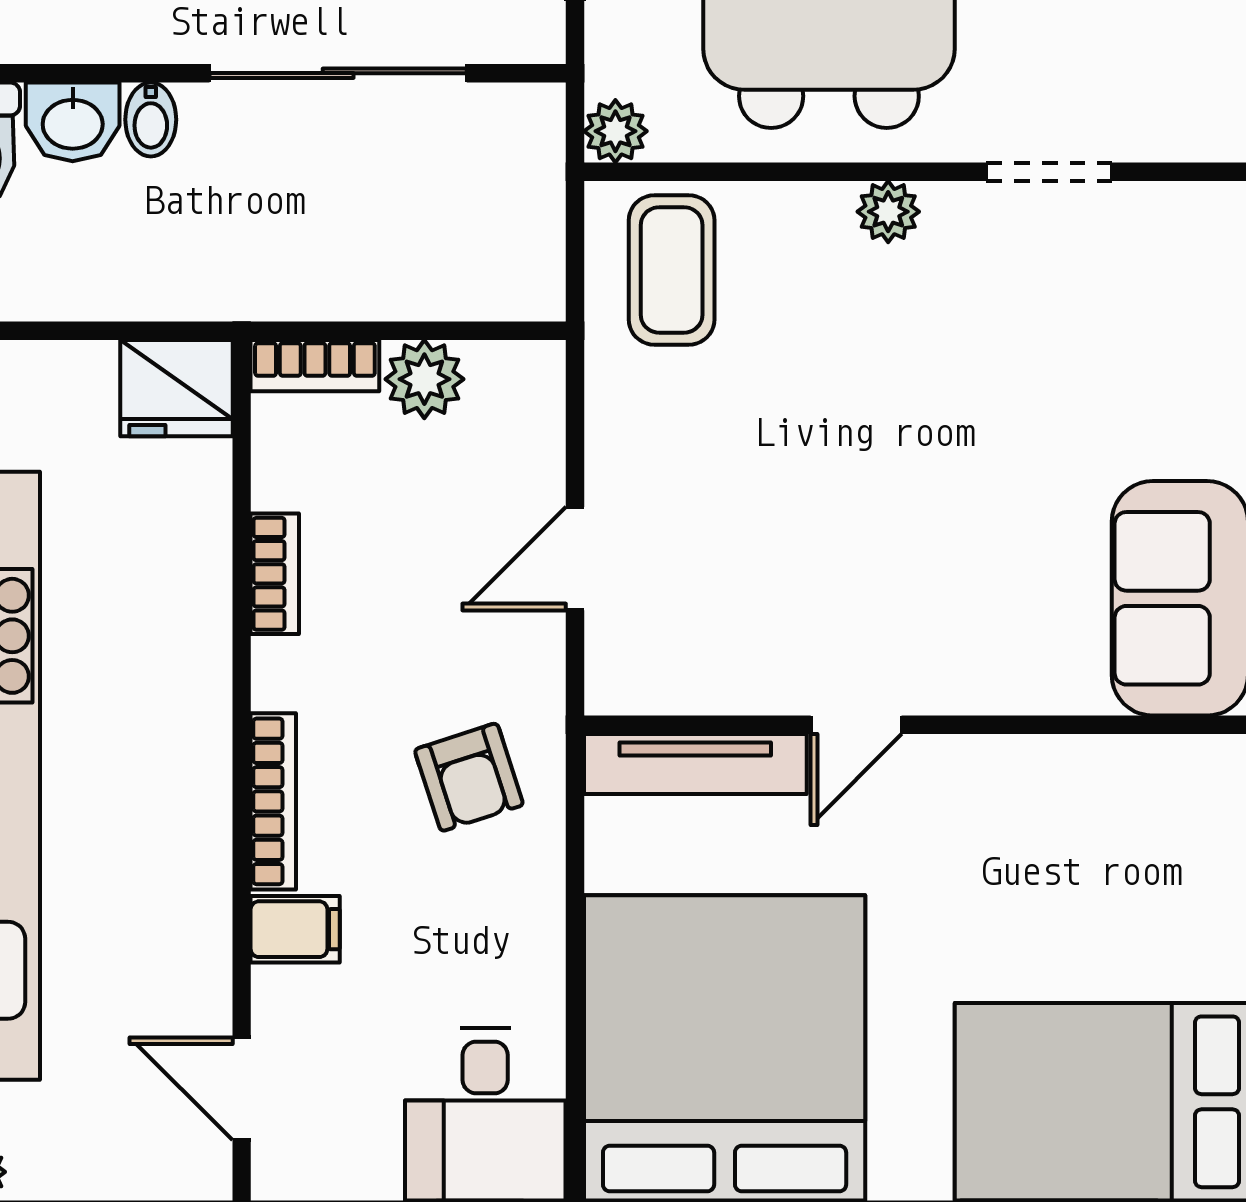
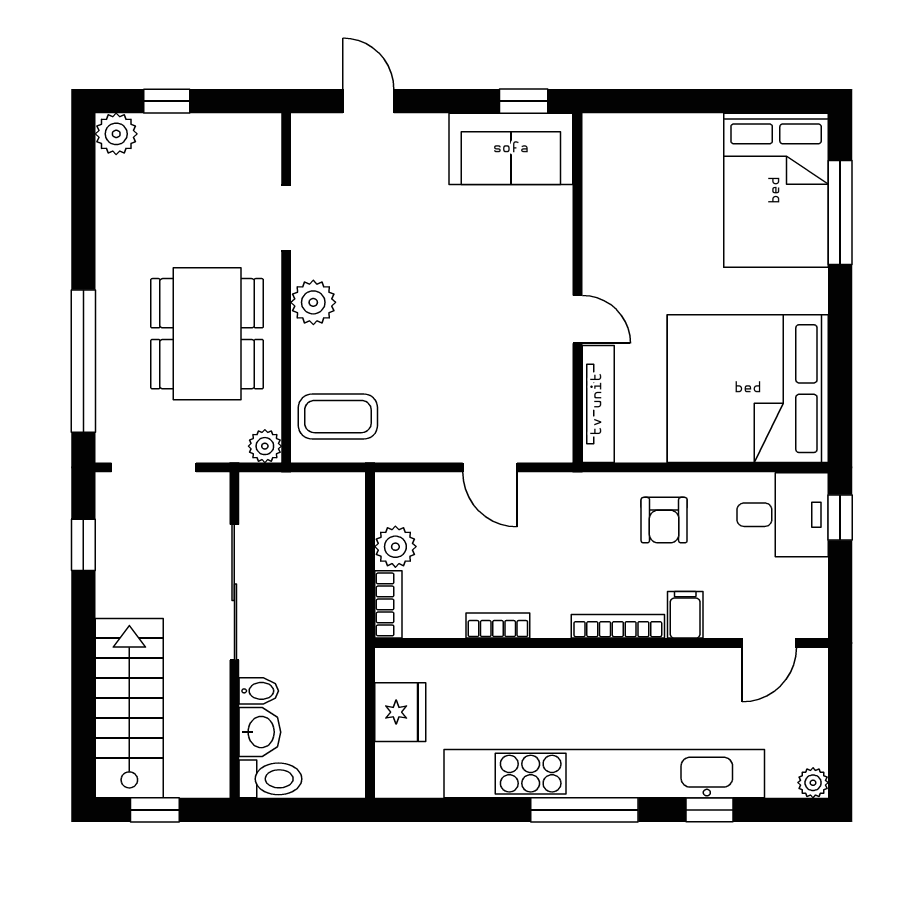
plant: (888, 212) -> (313, 302), width x1.38, depth x1.38
fridge: (176, 388) -> (400, 712), moved
armchair: (469, 777) -> (664, 520), moved, turned 108

